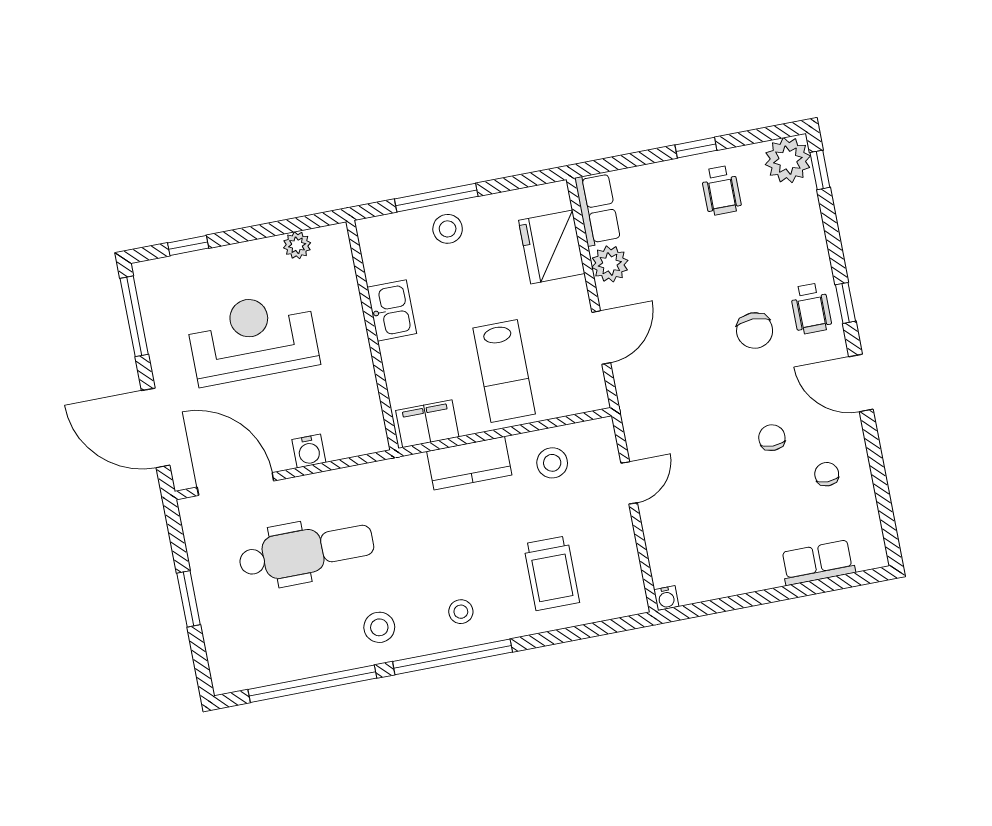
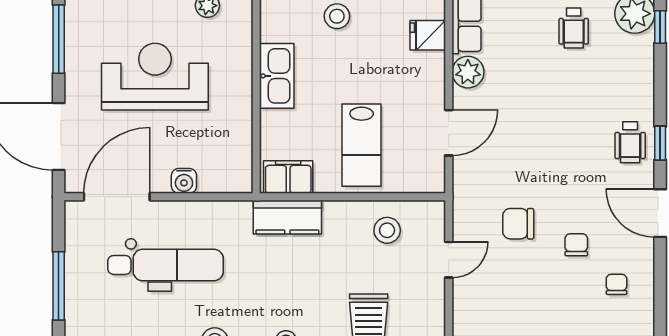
fridge: (552, 247) -> (428, 35), width x0.53, depth x0.75
kitchen sink: (392, 310) -> (277, 76), width x1.38
chair: (755, 330) -> (518, 224), moved, turned 90
kitchen counter: (469, 463) -> (287, 217), moved
door: (235, 484) -> (117, 197), hinge flipped
window: (189, 599) -> (59, 286), width x1.44

